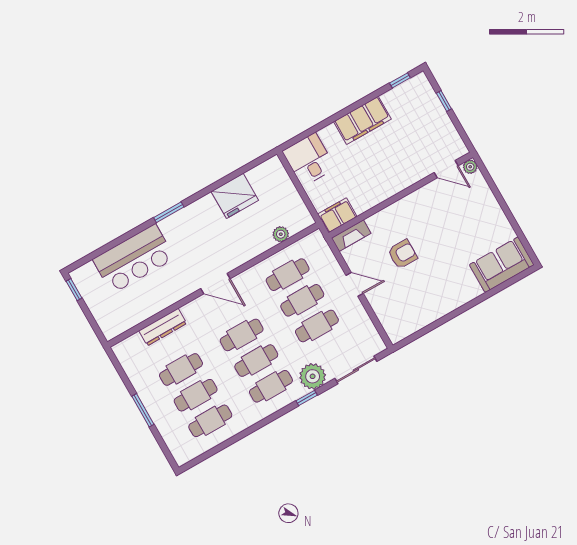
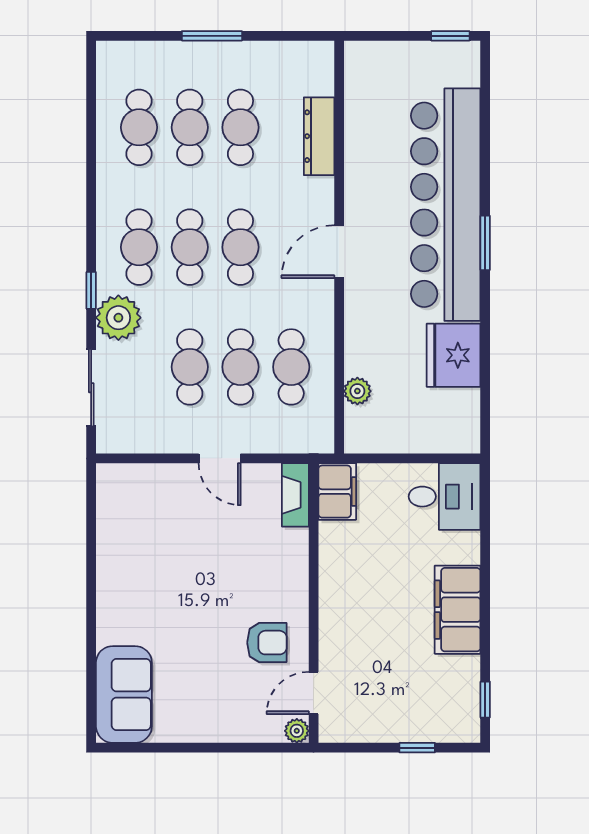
armchair: (402, 254) -> (267, 643), moved, turned -90
bar counter: (134, 259) -> (446, 205), width x1.86
door: (355, 284) -> (220, 458), hinge flipped

